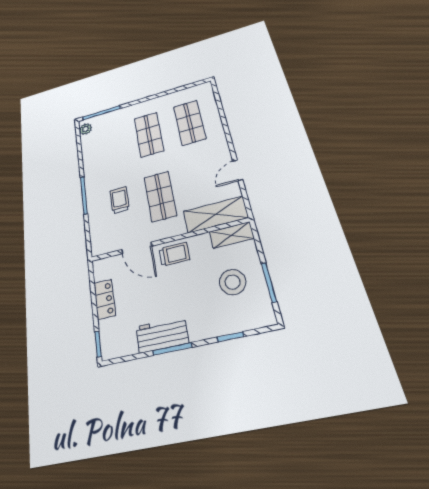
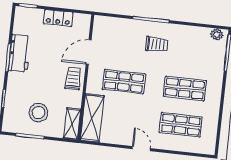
door: (238, 170) -> (141, 149), moved
trolley: (120, 200) -> (157, 44), moved
trolley: (174, 254) -> (73, 79), turned 180

